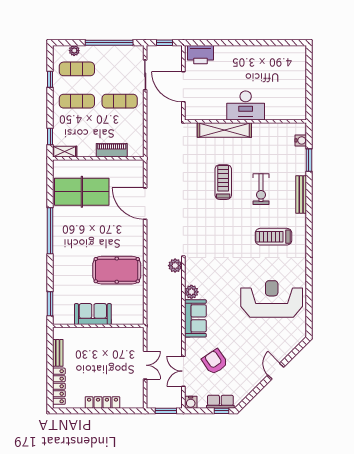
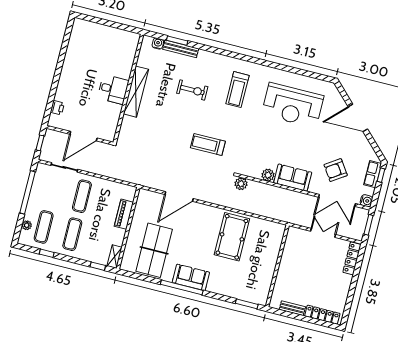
printer: (200, 55) -> (57, 108), width x0.53, depth x0.68
desk: (246, 106) -> (113, 89), width x0.73
shelving: (224, 130) -> (136, 92), moved
treadmill: (223, 182) -> (208, 144), moved
bench: (301, 194) -> (181, 49), moved
reception desk: (272, 299) -> (293, 105), turned -90
sofa: (93, 314) -> (191, 277), moved, turned 90
double door: (183, 371) -> (337, 200), width x1.37
door: (276, 371) -> (358, 118), width x1.87
locker: (102, 402) -> (352, 258), moved

